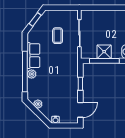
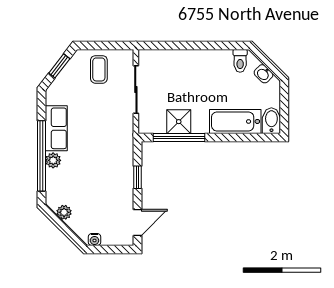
coffee table: (58, 36) -> (99, 69), moved

